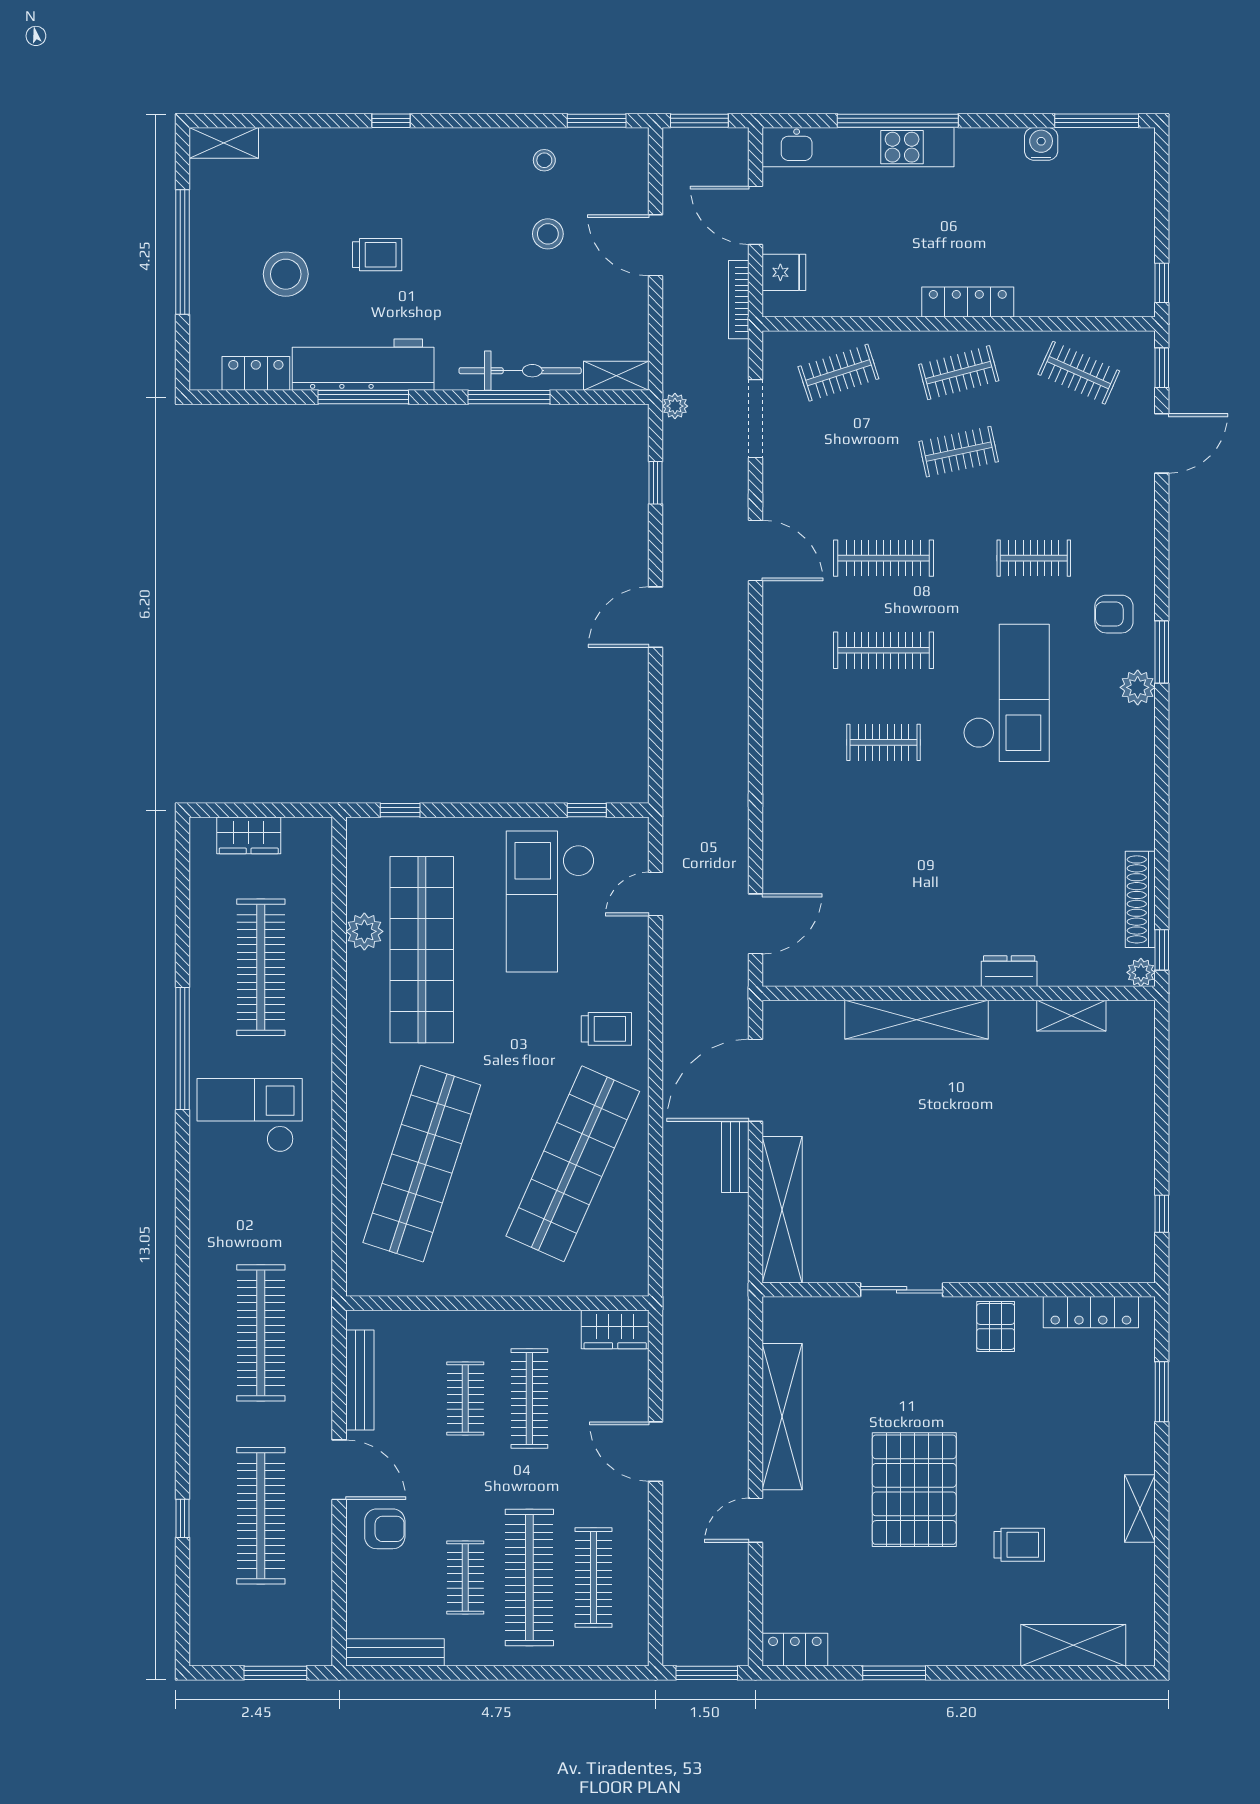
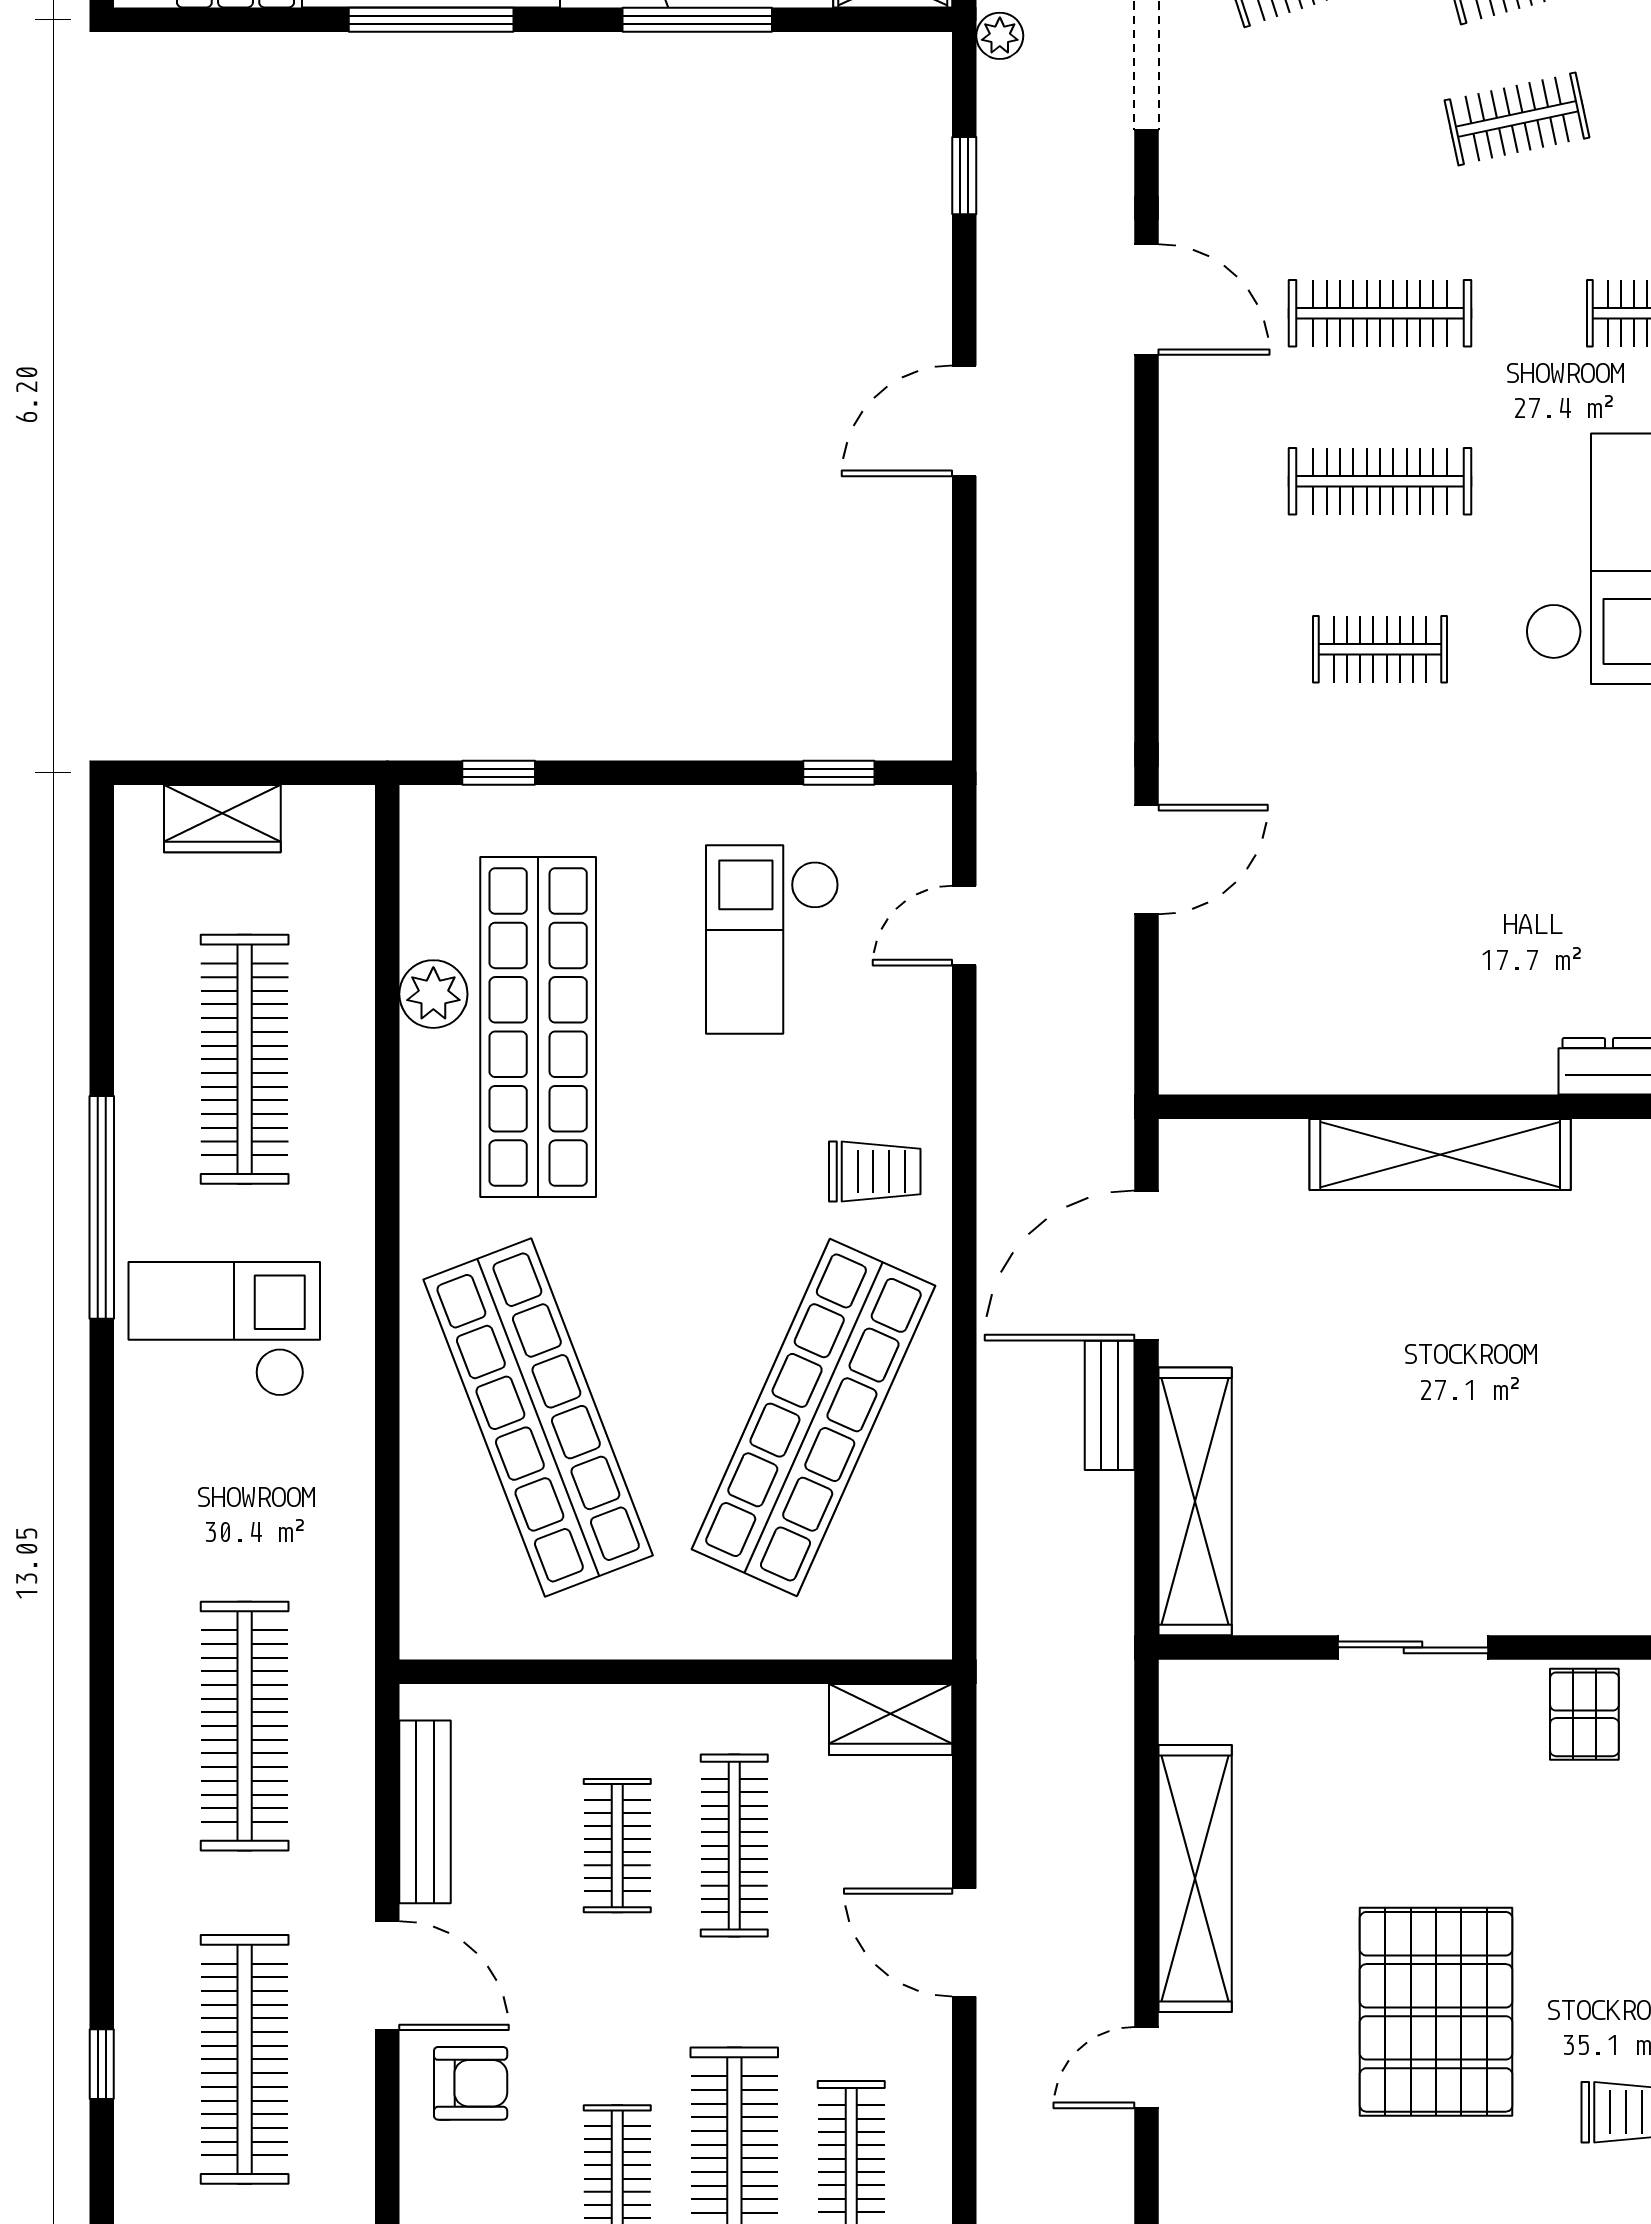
checkout: (550, 902) -> (772, 940), width x0.73, depth x0.83
door: (755, 924) -> (1147, 860), moved
shop shelf: (422, 1164) -> (538, 1417), turned -39

